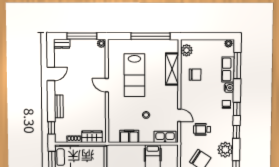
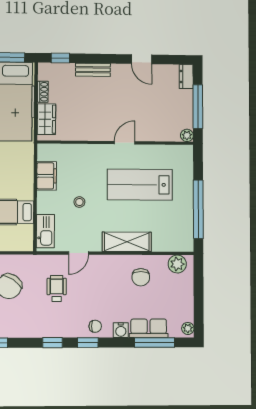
shelving: (172, 69) -> (127, 242), moved
plant: (225, 150) -> (25, 325), removed

